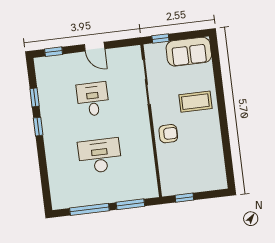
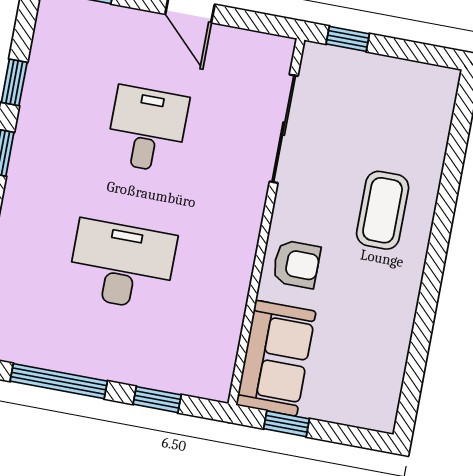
sofa: (189, 52) -> (276, 358), moved, turned -90
coffee table: (195, 102) -> (383, 210), turned 90
window: (130, 204) -> (157, 400), width x0.67

